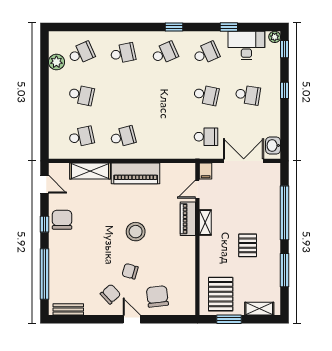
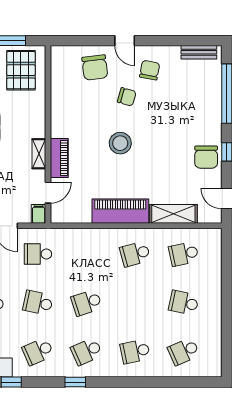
plant: (56, 62) -> (213, 341), removed
school desk: (164, 95) -> (87, 303), added
chair: (110, 294) -> (150, 70), turned 144

